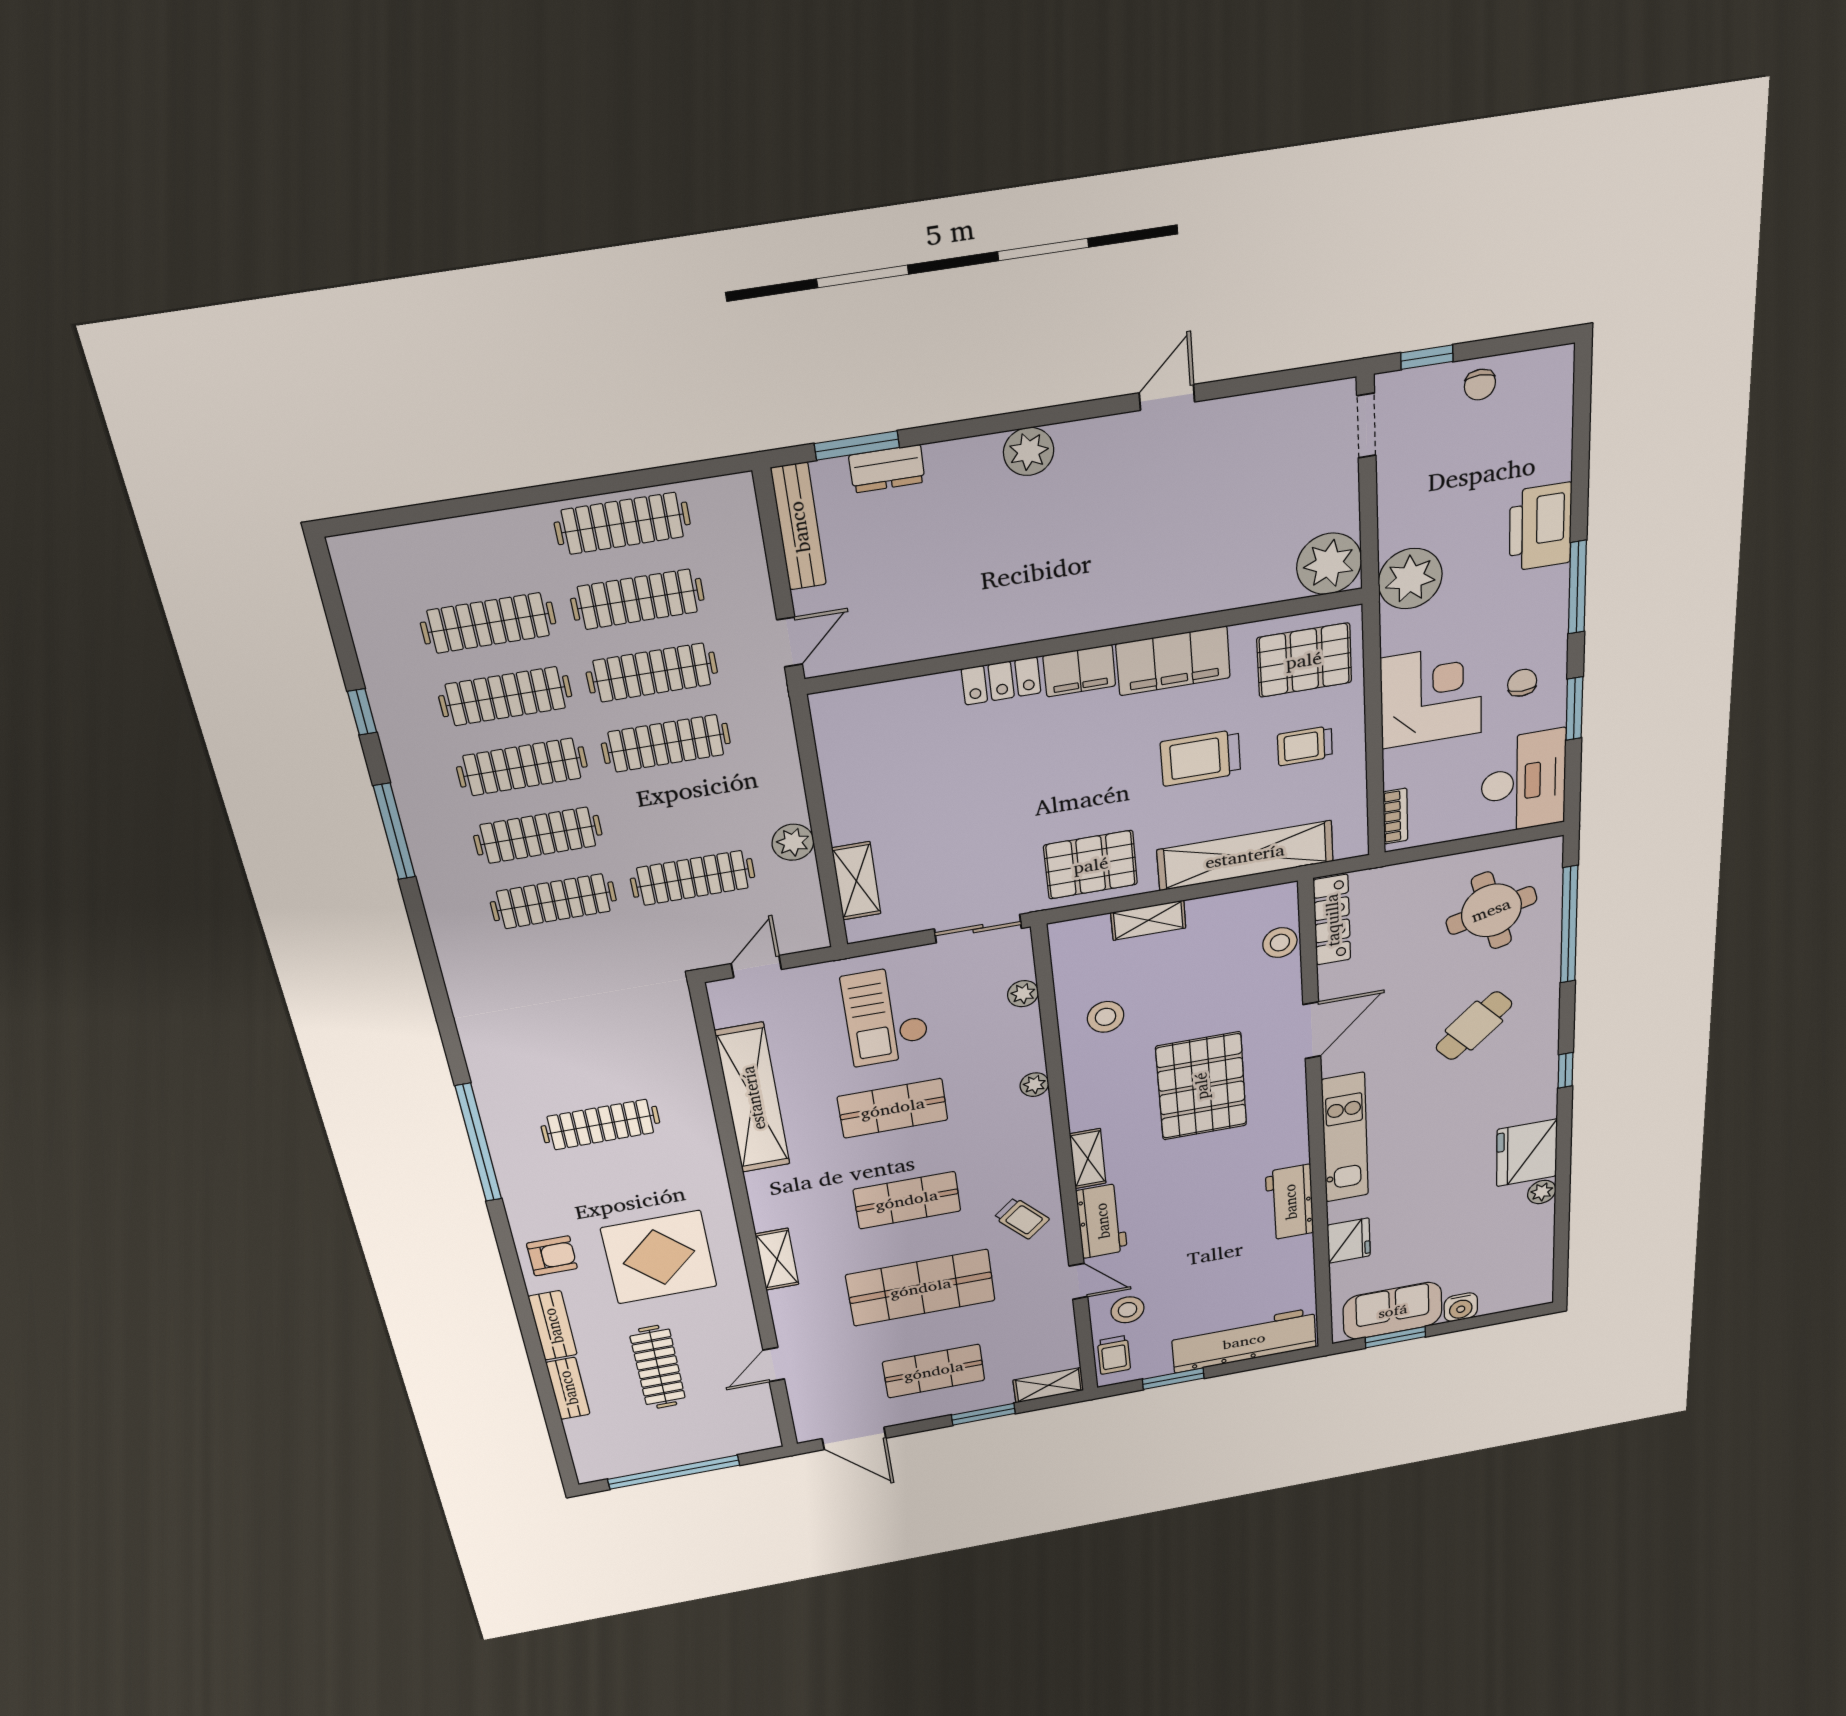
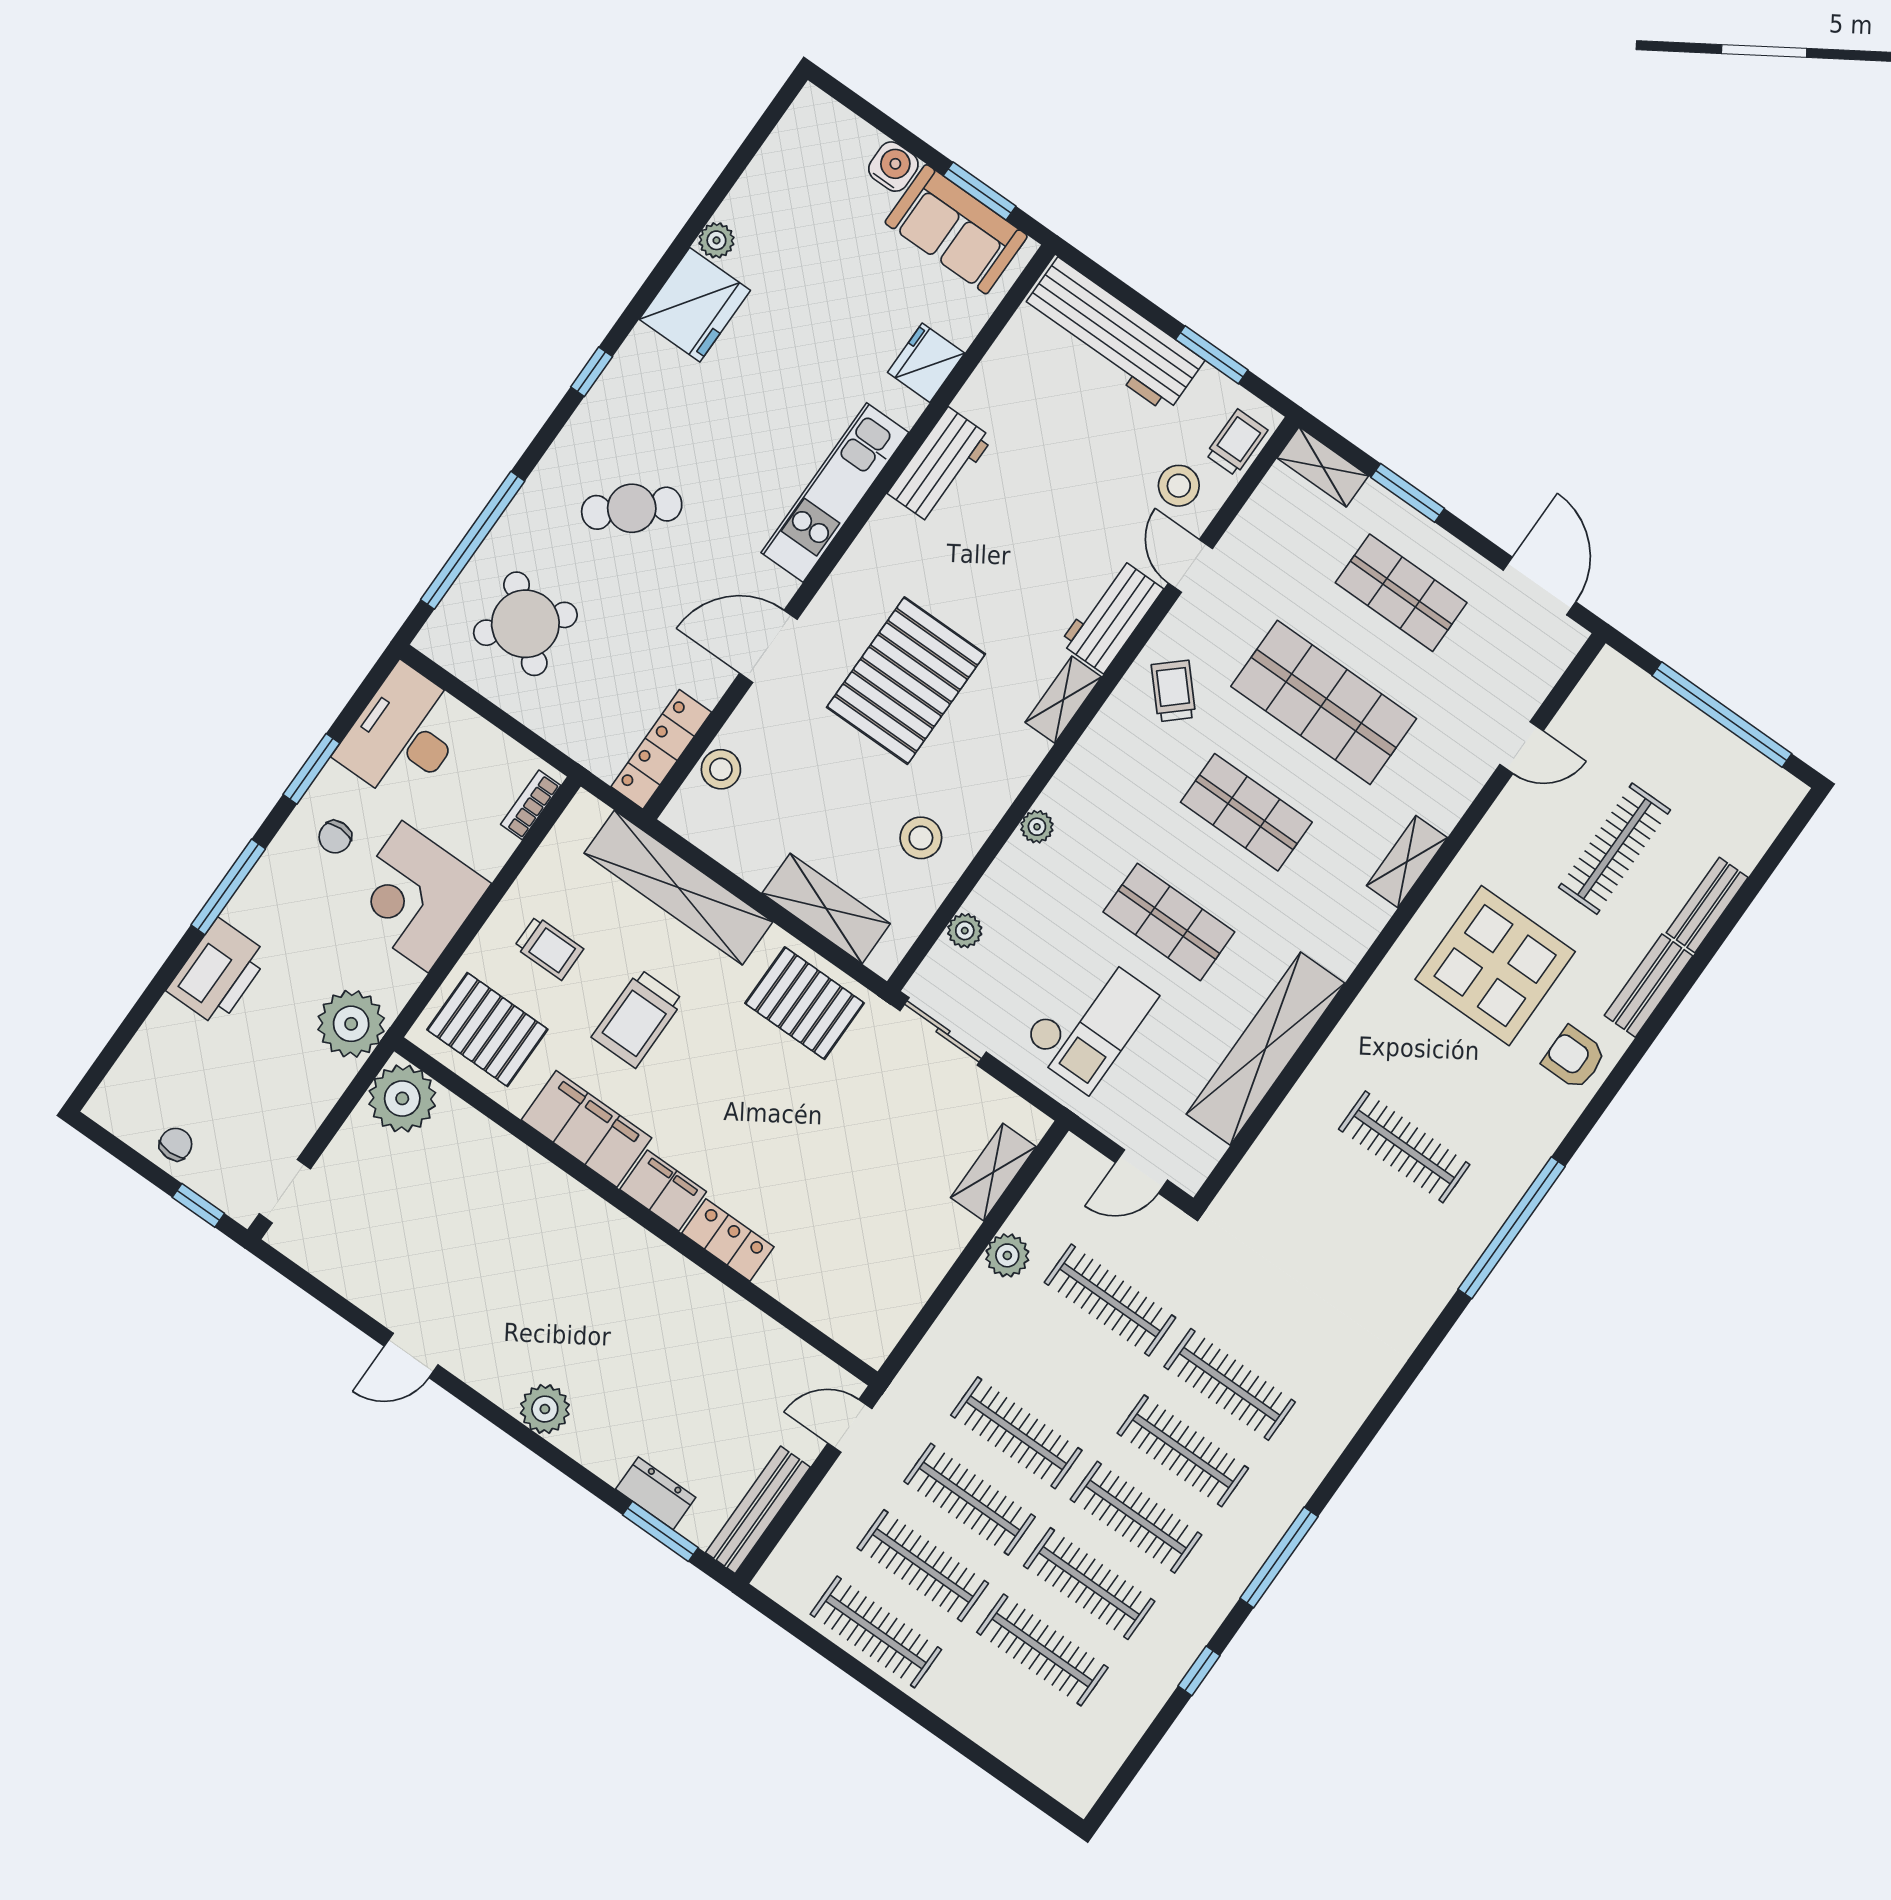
trolley: (1201, 758) -> (638, 1019), turned 90
round table: (1491, 910) -> (525, 624), turned -34
shelving: (1148, 920) -> (826, 908), width x1.50, depth x1.33

